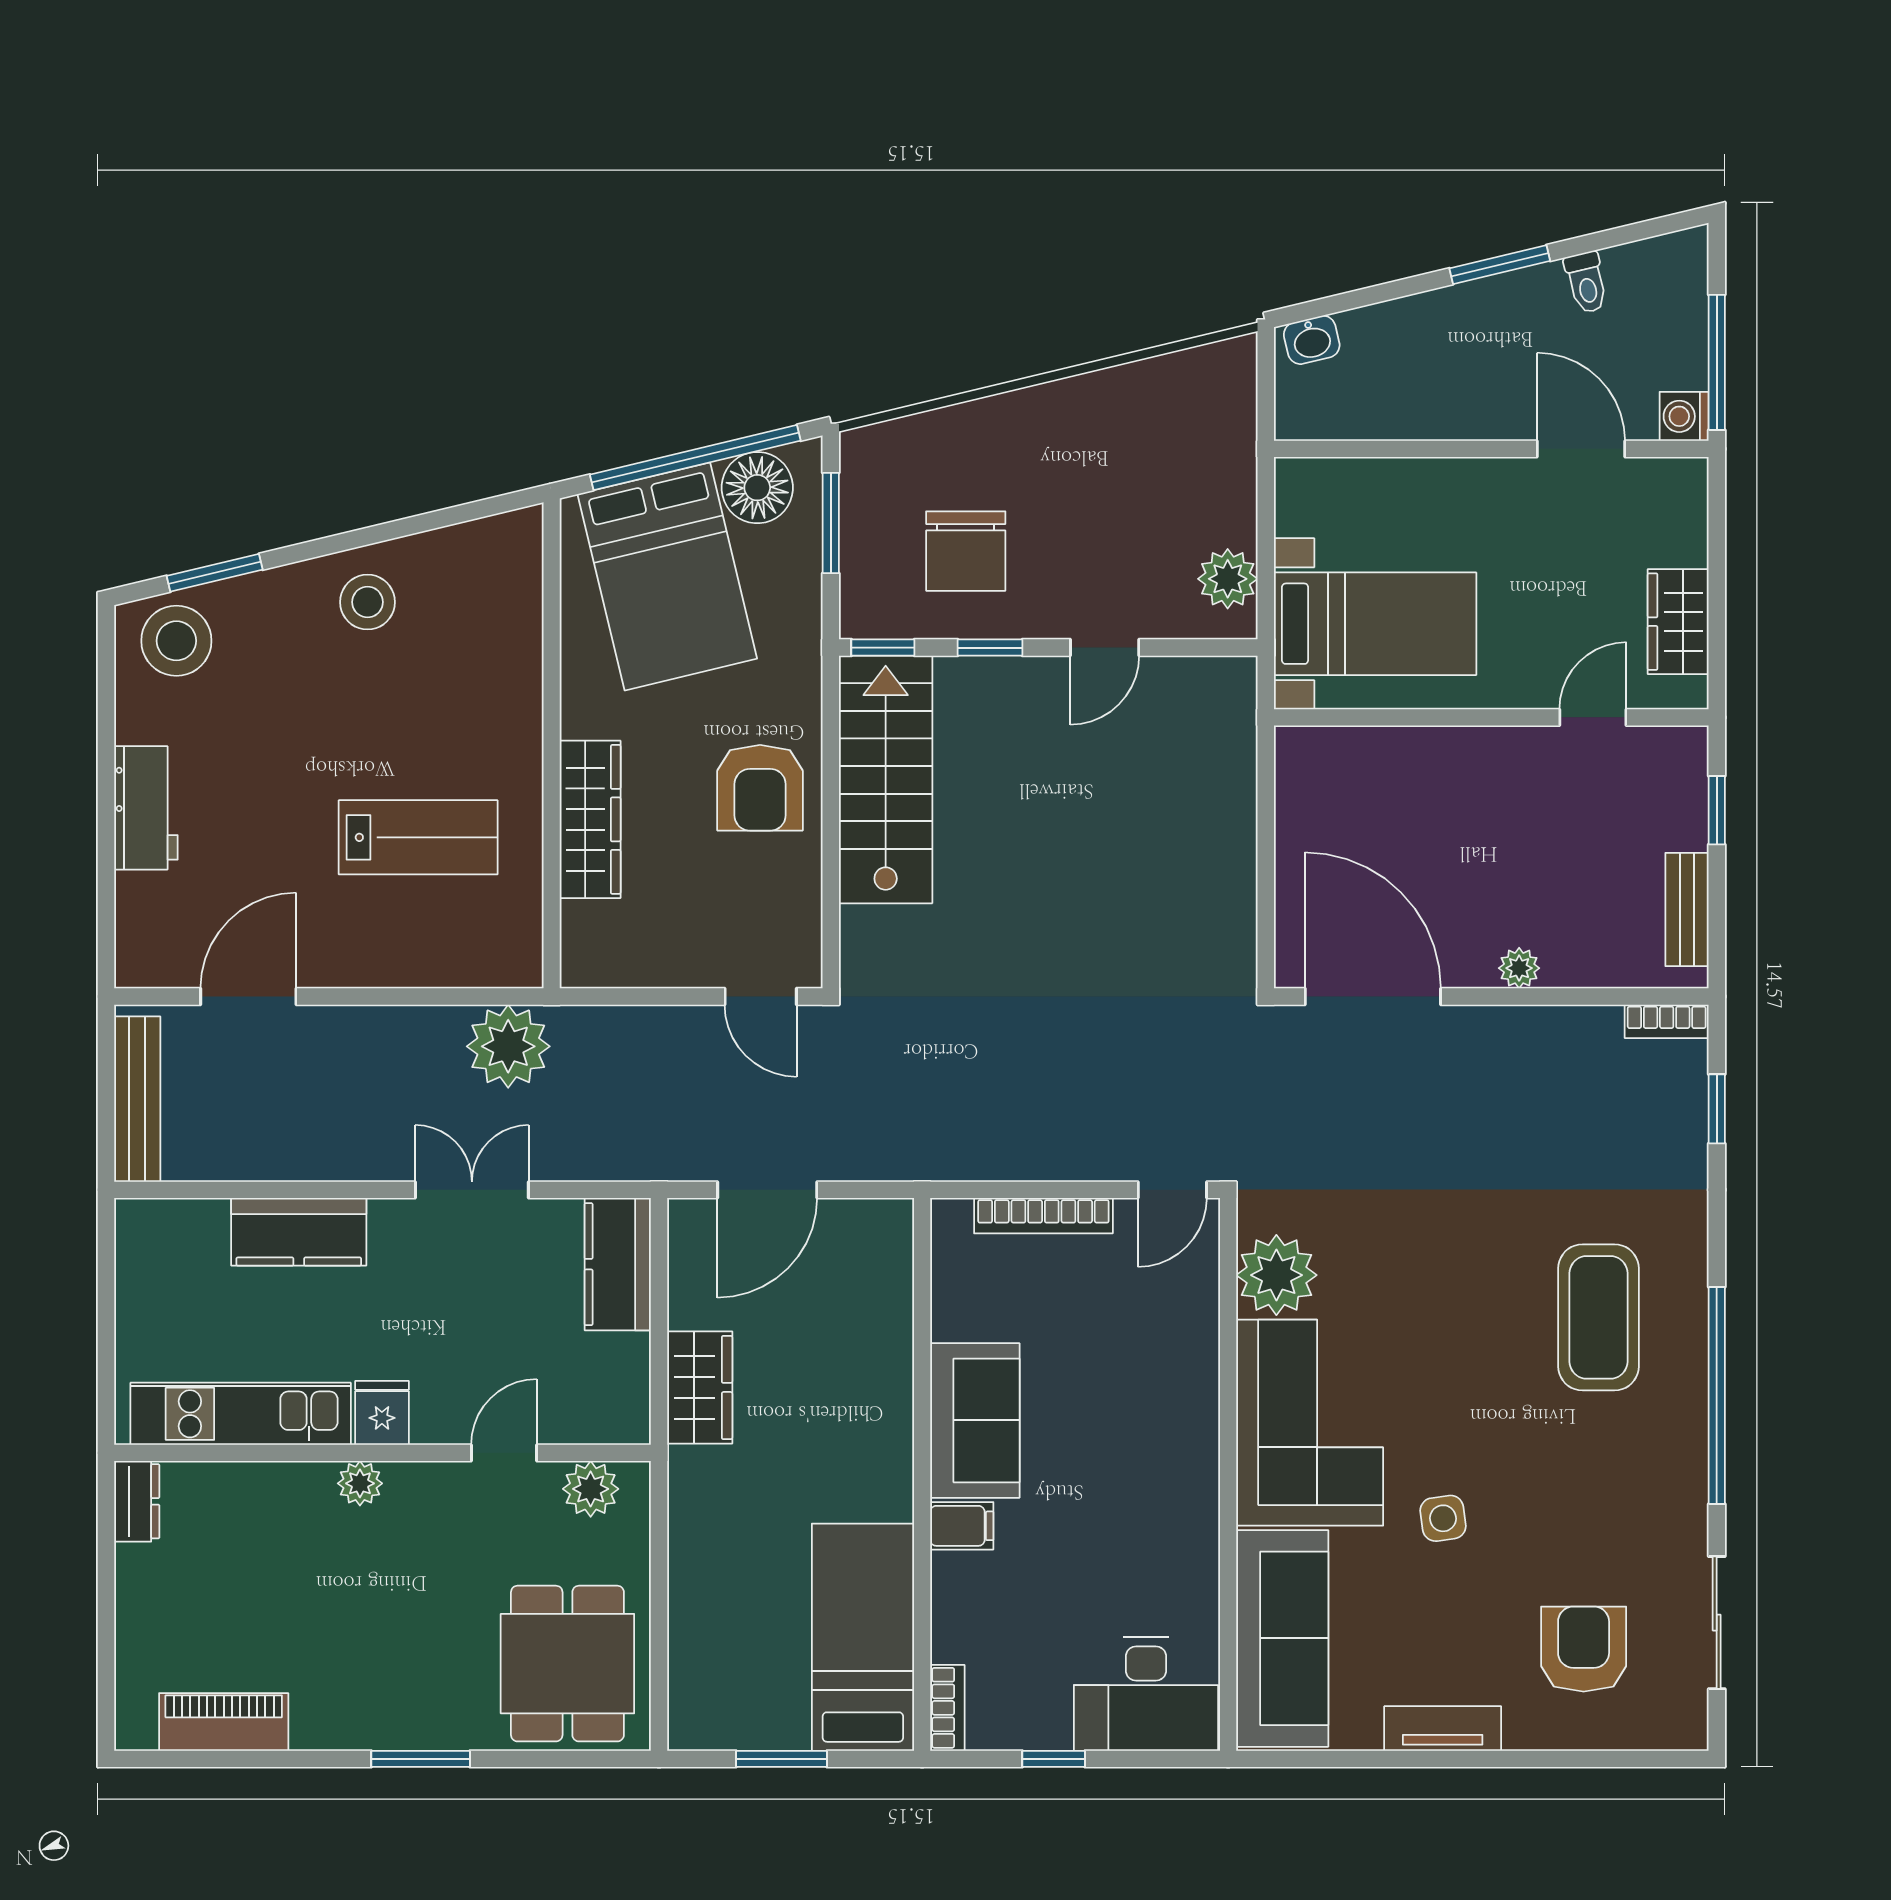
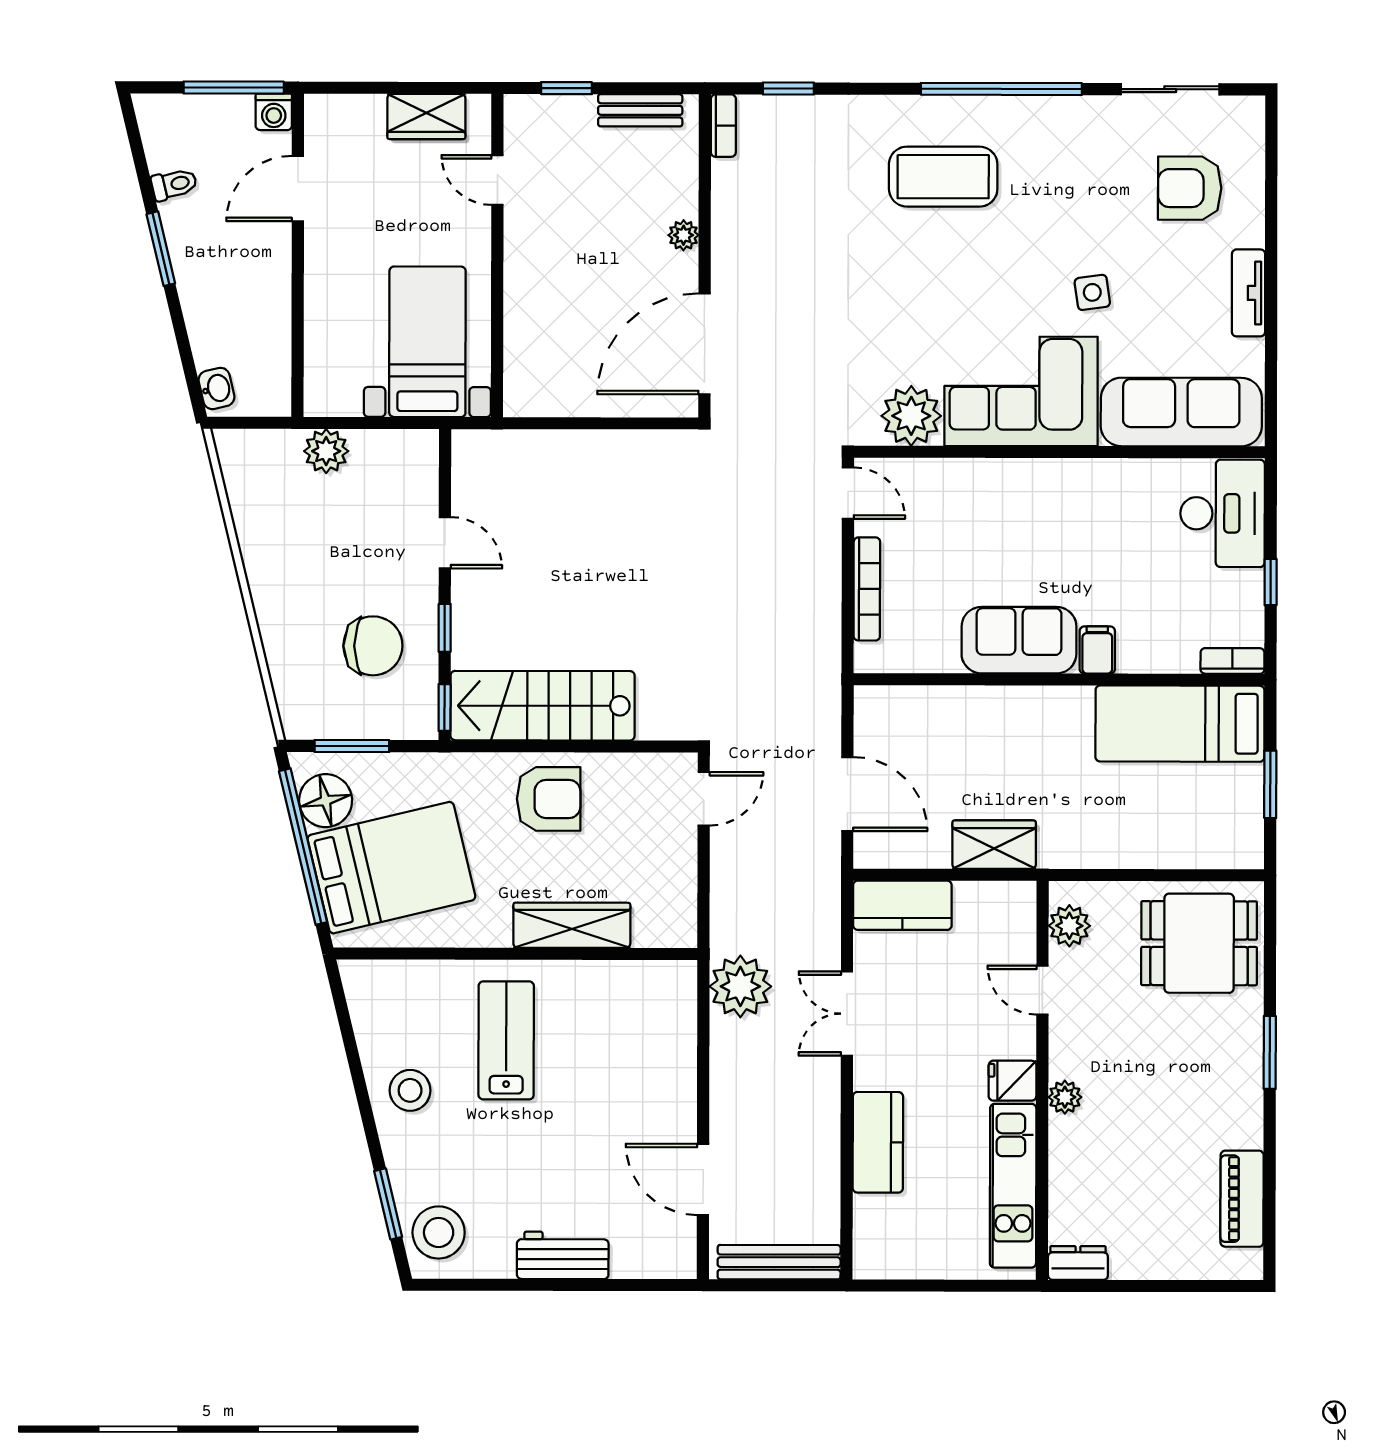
plant: (1228, 579) -> (326, 451), moved
lab bench: (418, 837) -> (506, 1040), moved

